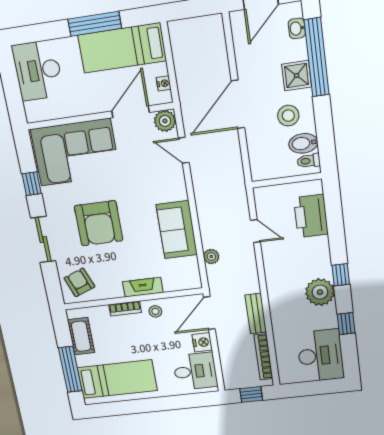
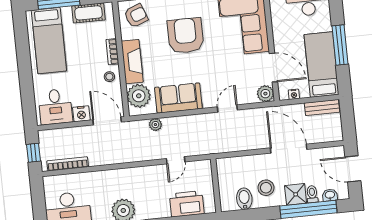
door: (238, 104) -> (289, 149), moved
door: (184, 150) -> (227, 108), moved
toilet: (309, 161) -> (312, 194), moved
armchair: (99, 223) -> (185, 36), turned 90
plant: (177, 277) -> (139, 96), added
fireplace: (143, 287) -> (132, 62), width x1.37, depth x1.32
bench: (256, 314) -> (322, 108), moved

